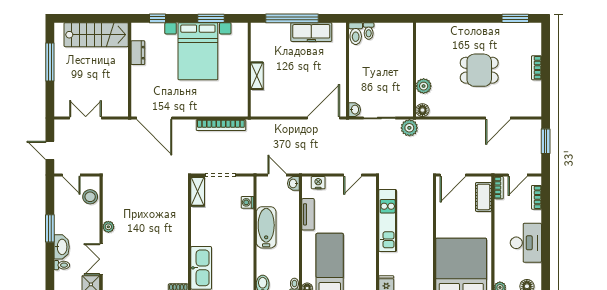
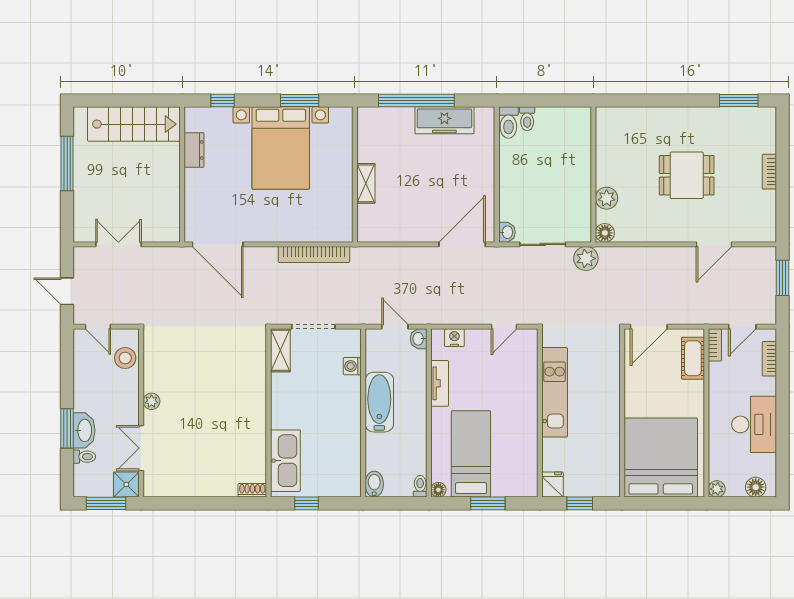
window: (50, 228) -> (67, 428), moved

